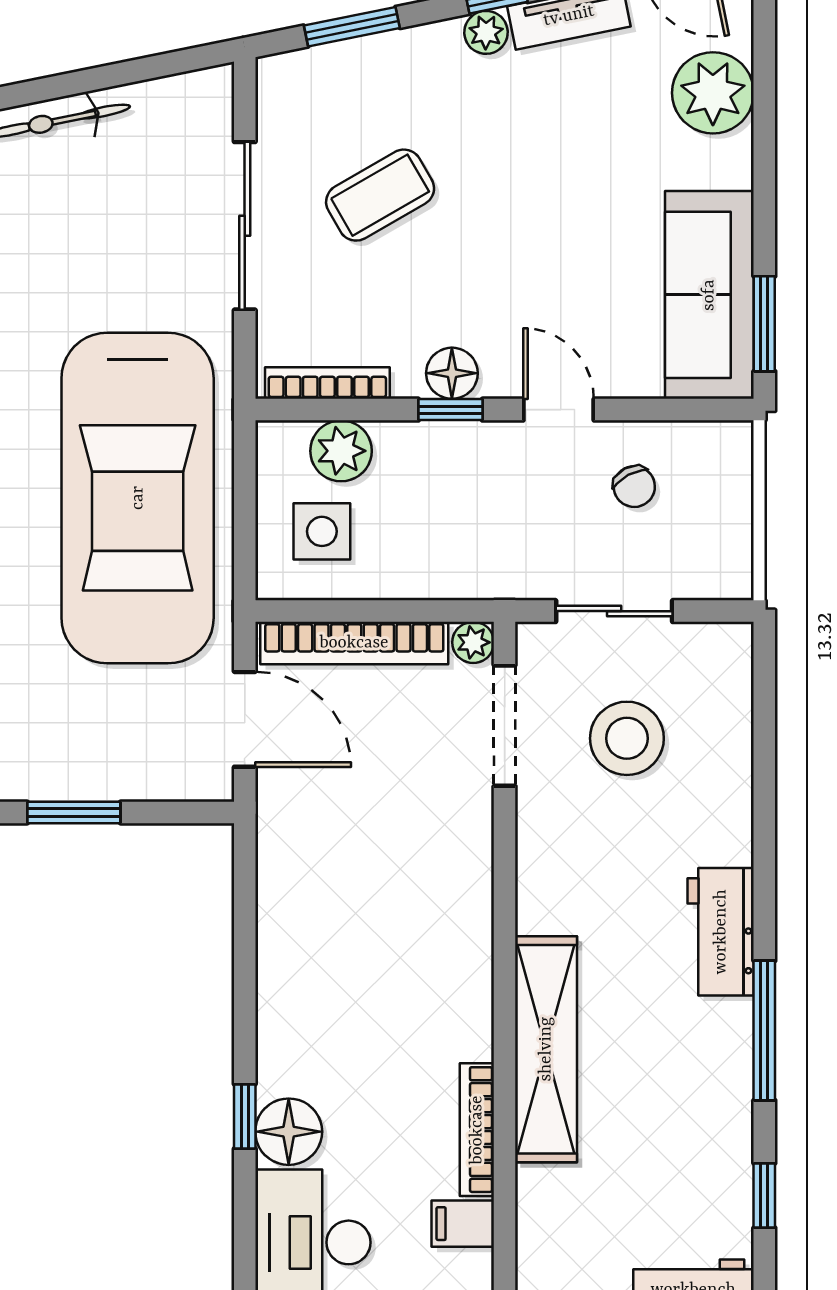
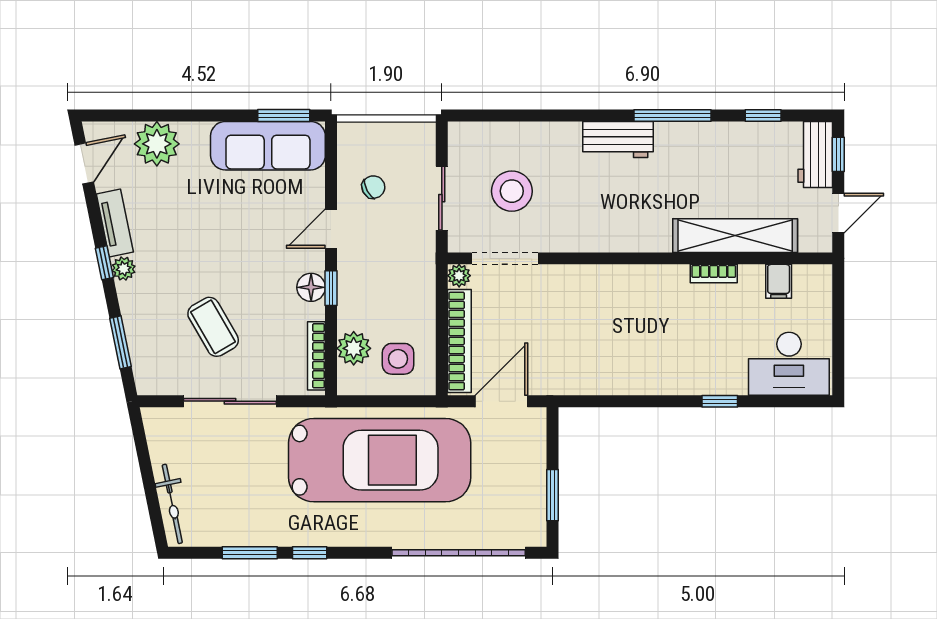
shelving: (546, 1049) -> (735, 236), moved
bookcase: (477, 1130) -> (714, 274), width x0.64
floor lamp: (289, 1132) -> (728, 377), removed

